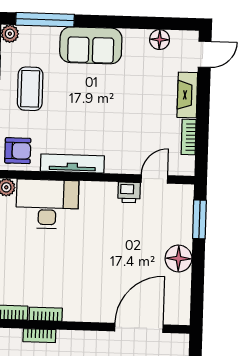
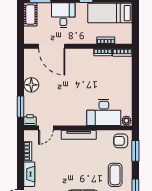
tv unit: (72, 164) -> (79, 135), moved
printer: (129, 192) -> (30, 120), moved
door: (139, 328) -> (52, 46), hinge flipped

